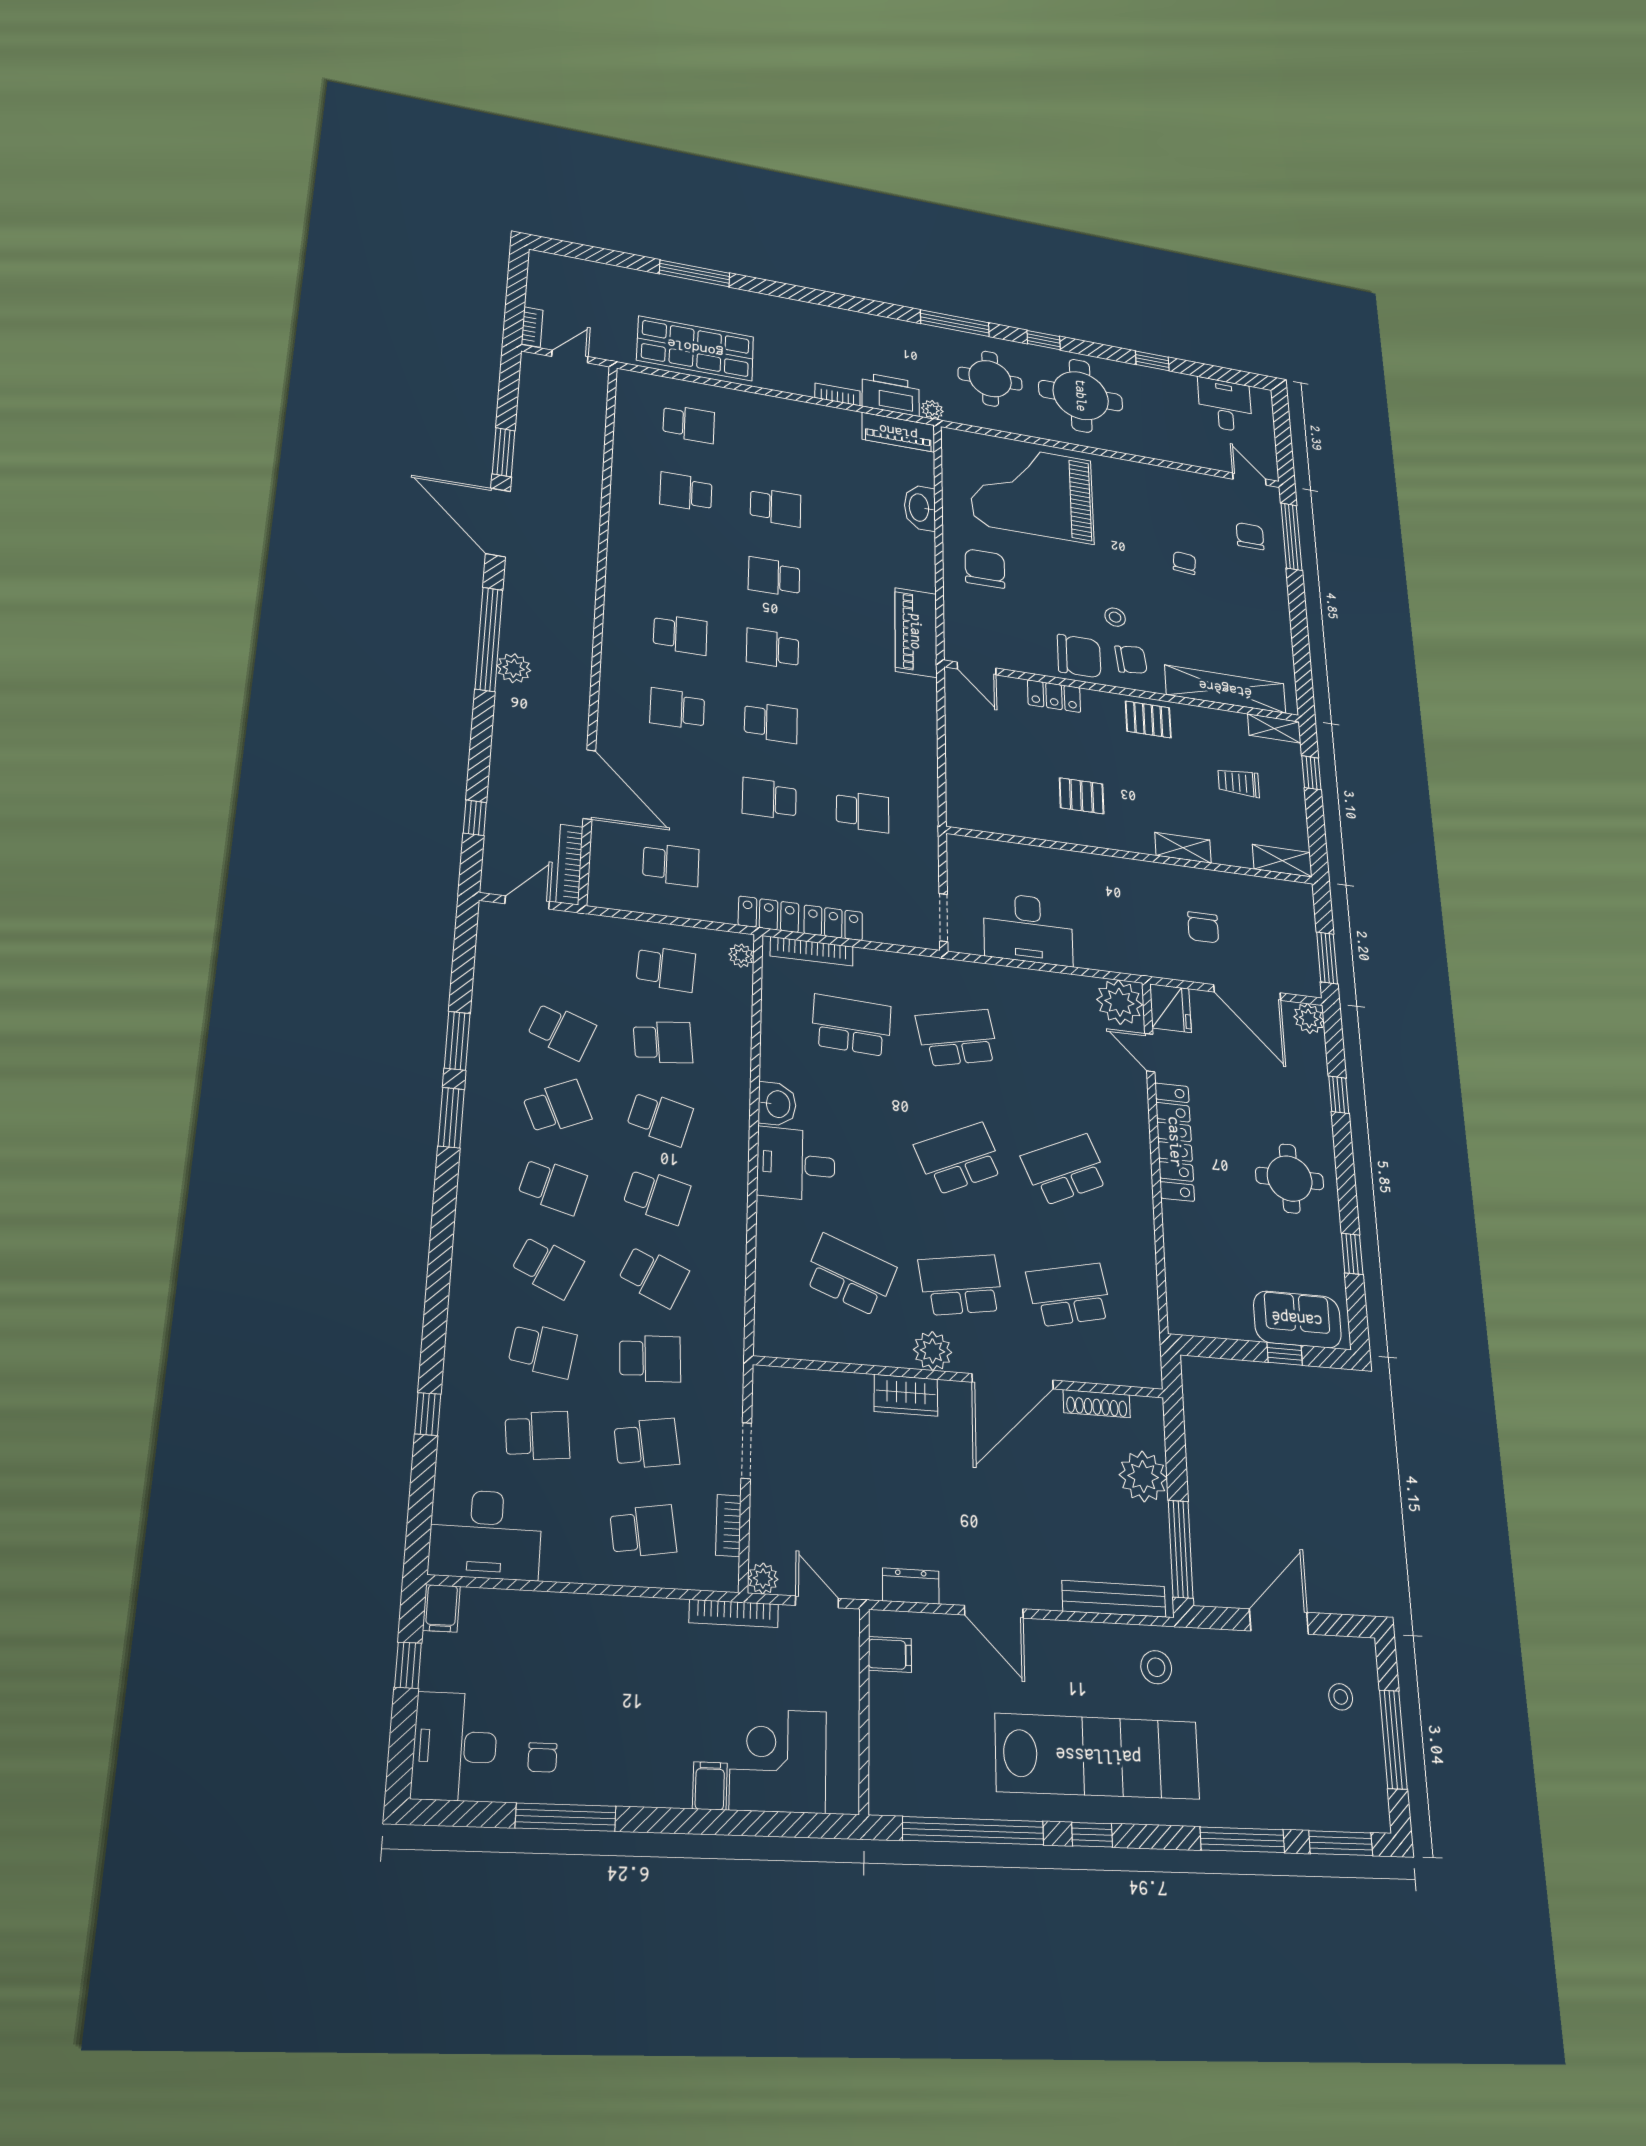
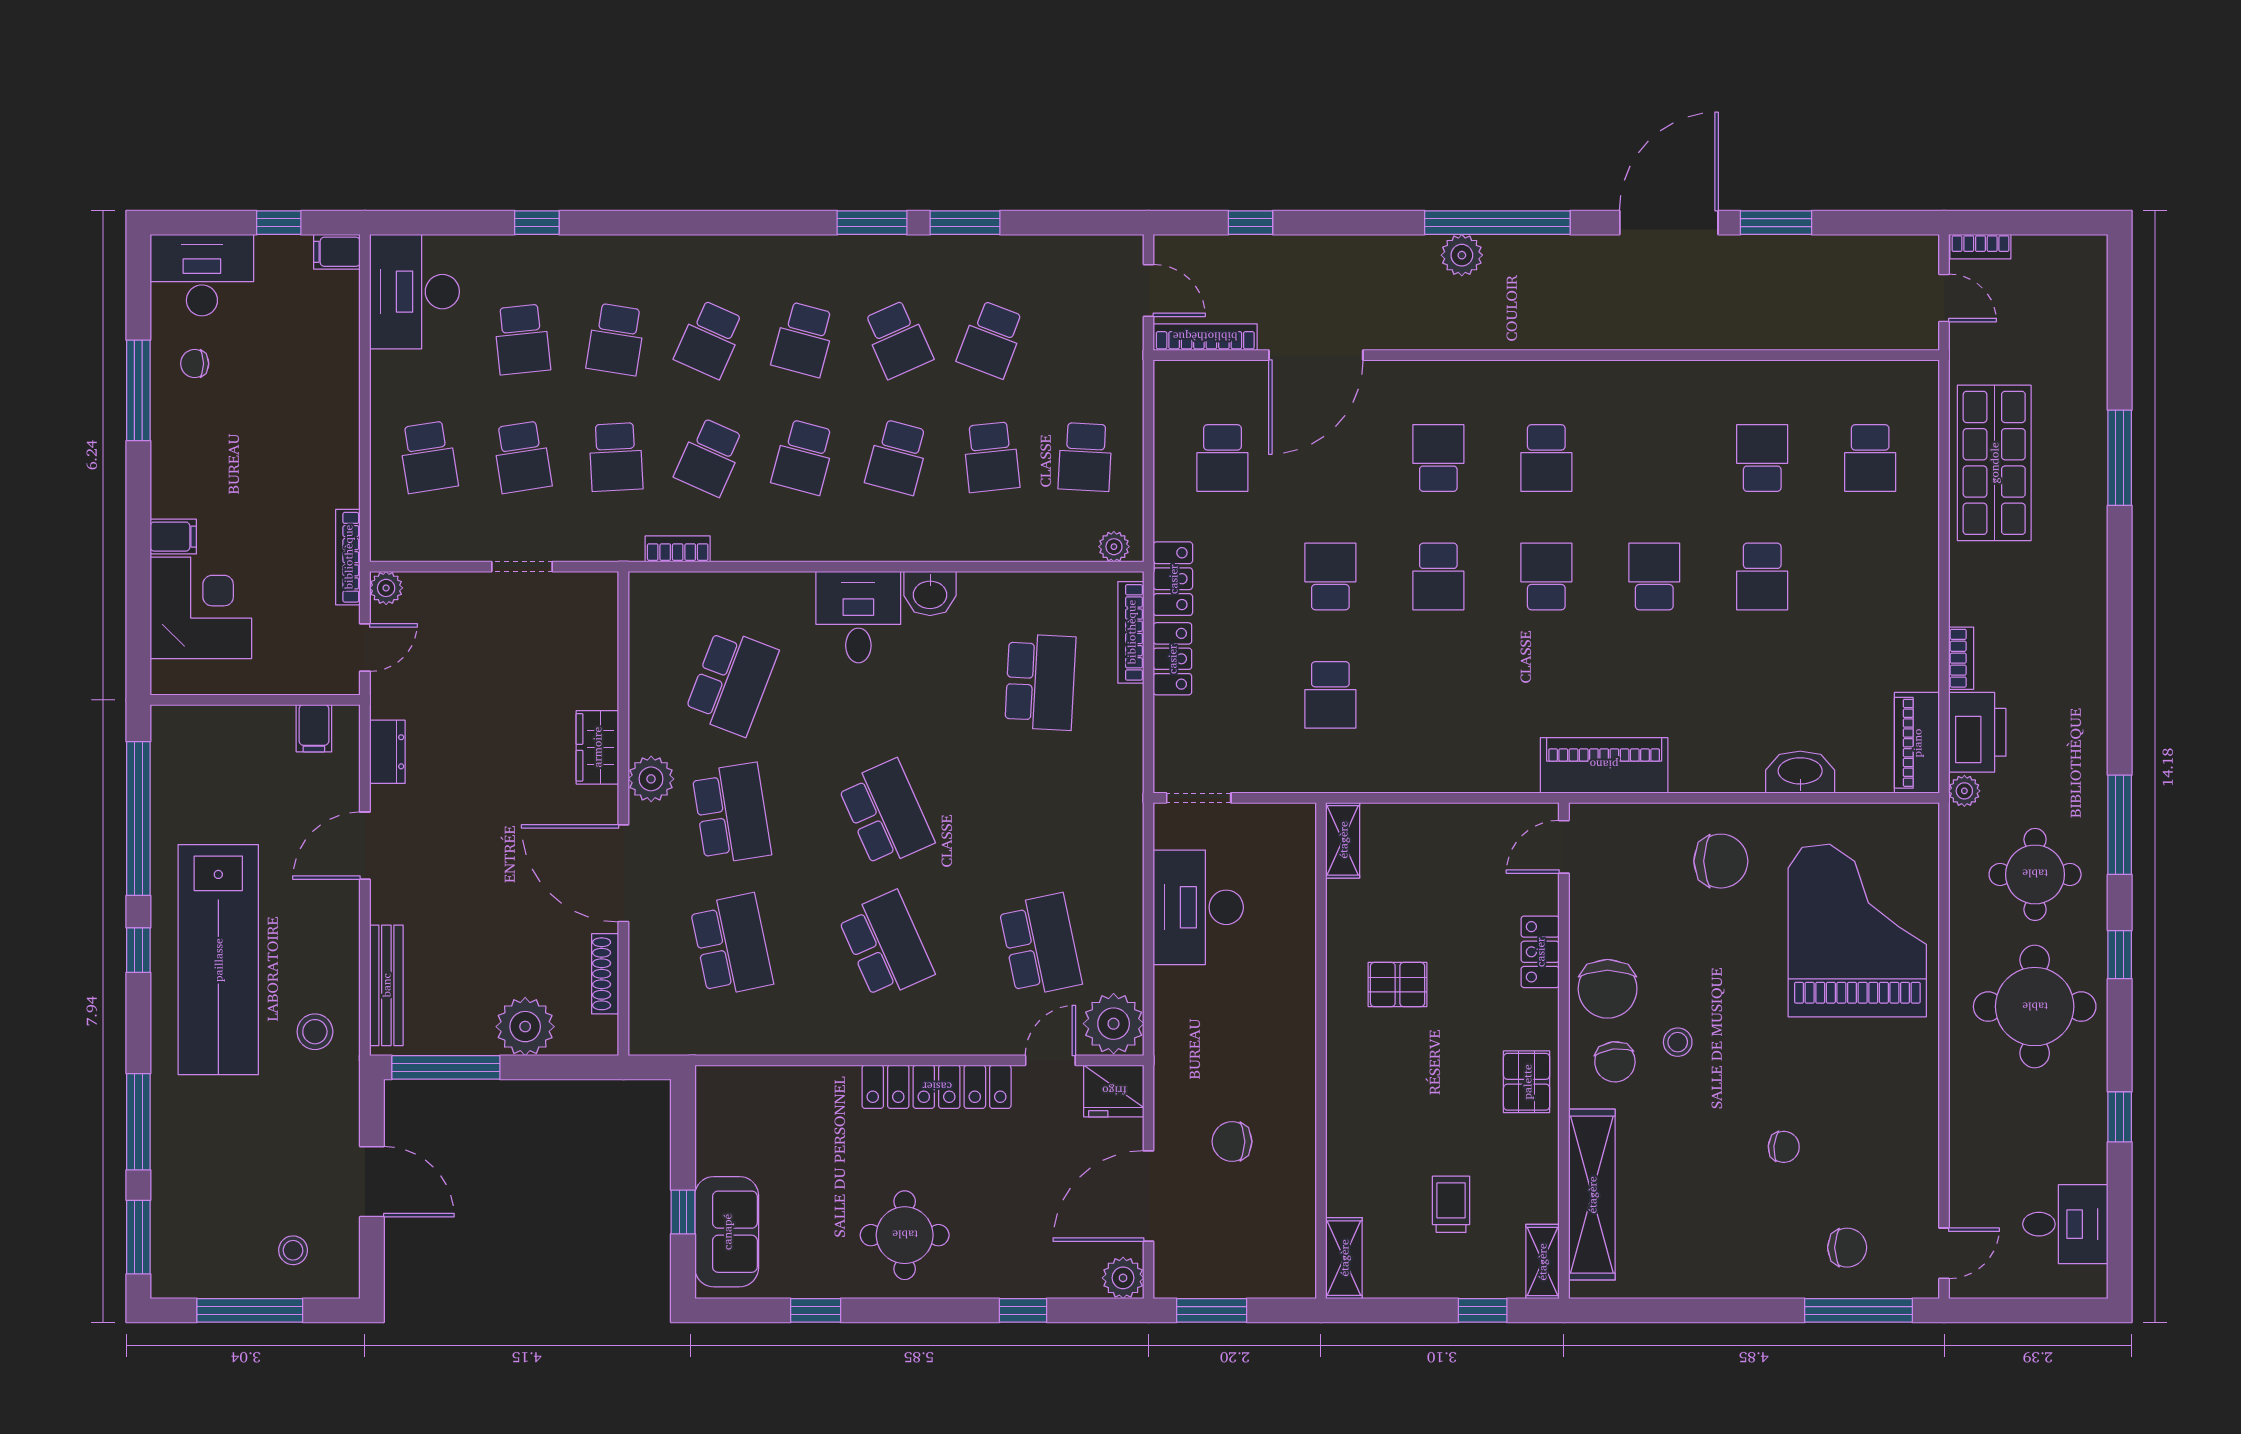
pallet: (1082, 796) -> (1398, 985), turned 90
shelving: (1183, 848) -> (1343, 840), moved
school desk: (957, 1038) -> (1040, 945), moved
bookcase: (728, 1525) -> (678, 549), moved

